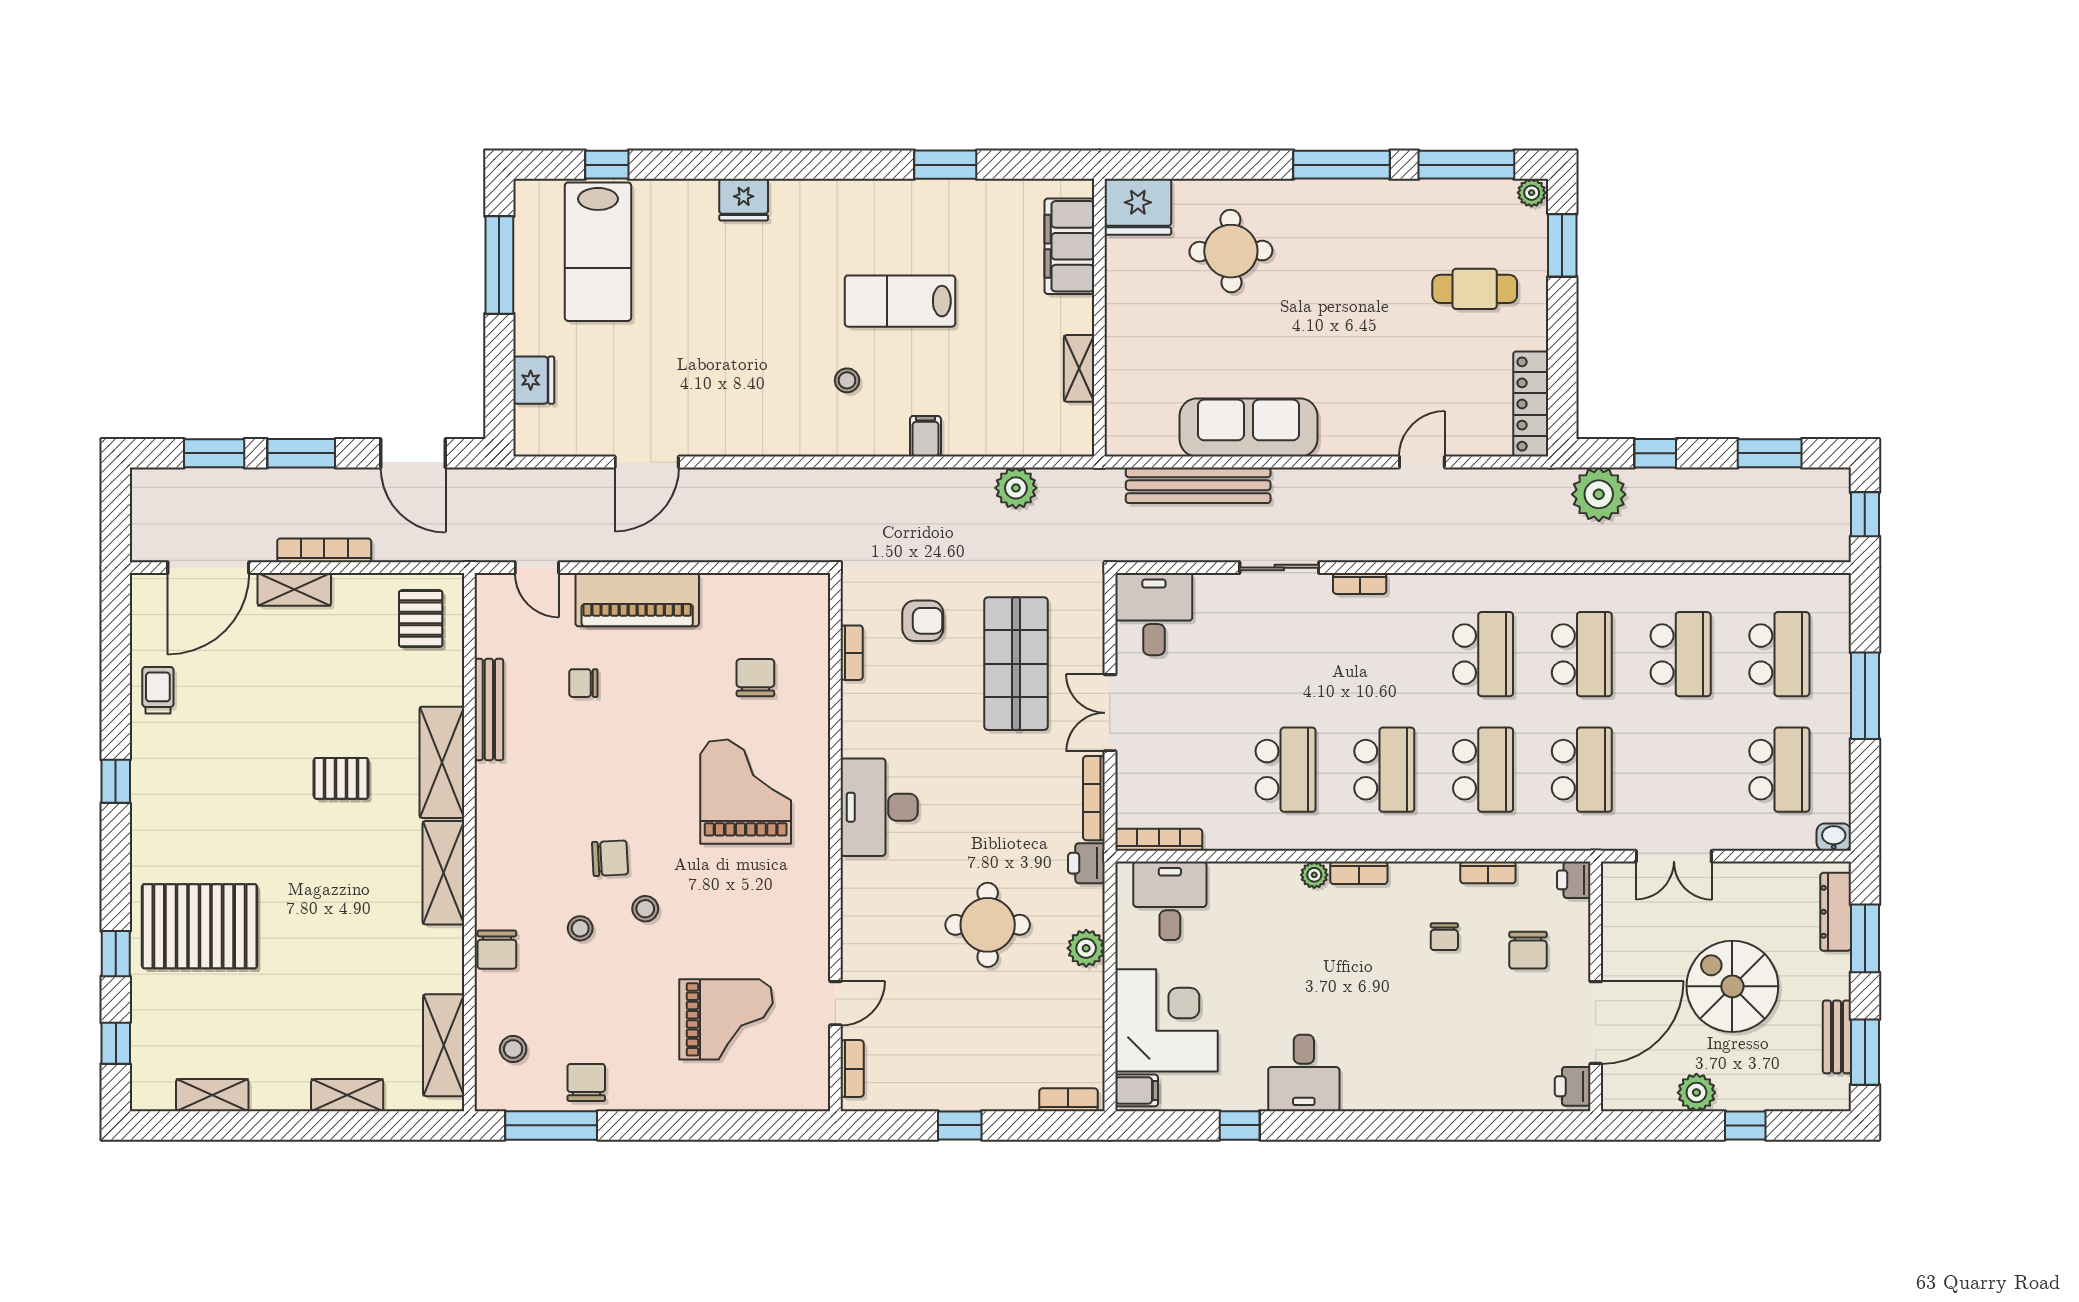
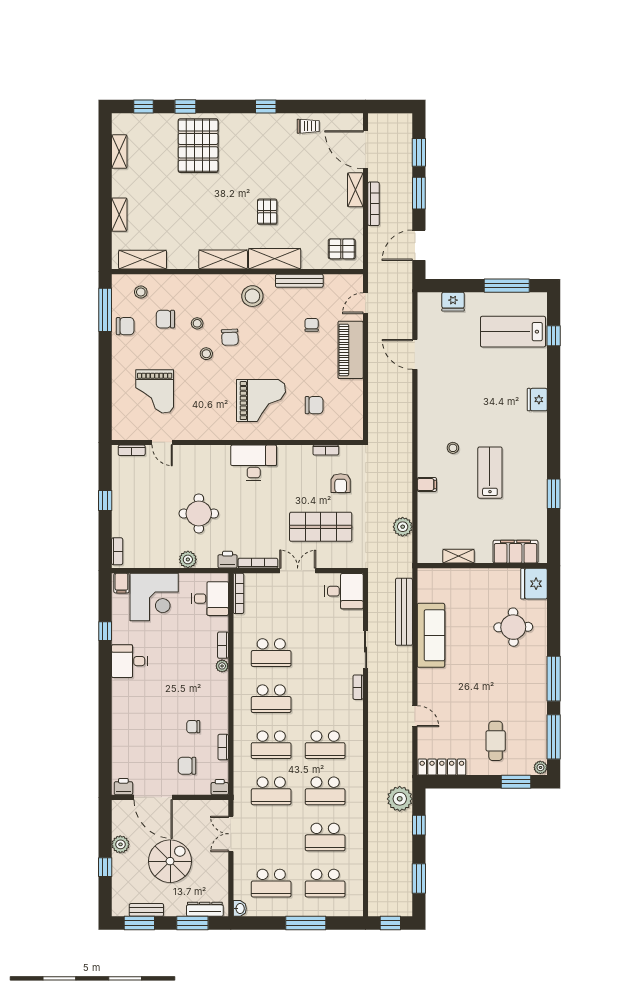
stool: (522, 810) -> (252, 296), added
bookcase: (1359, 873) -> (223, 645), moved
chair: (497, 950) -> (165, 319), moved

